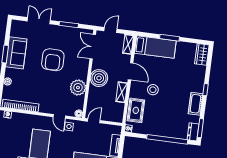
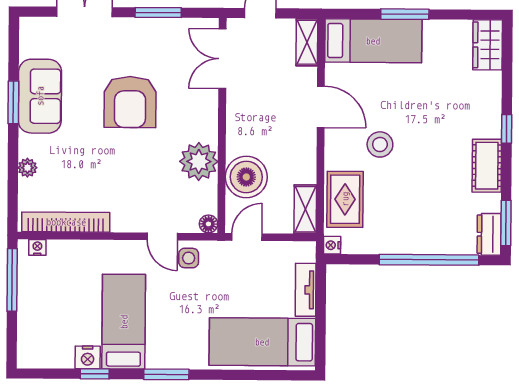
boiler: (99, 78) -> (246, 177), moved
shelving: (122, 92) -> (305, 209), moved

